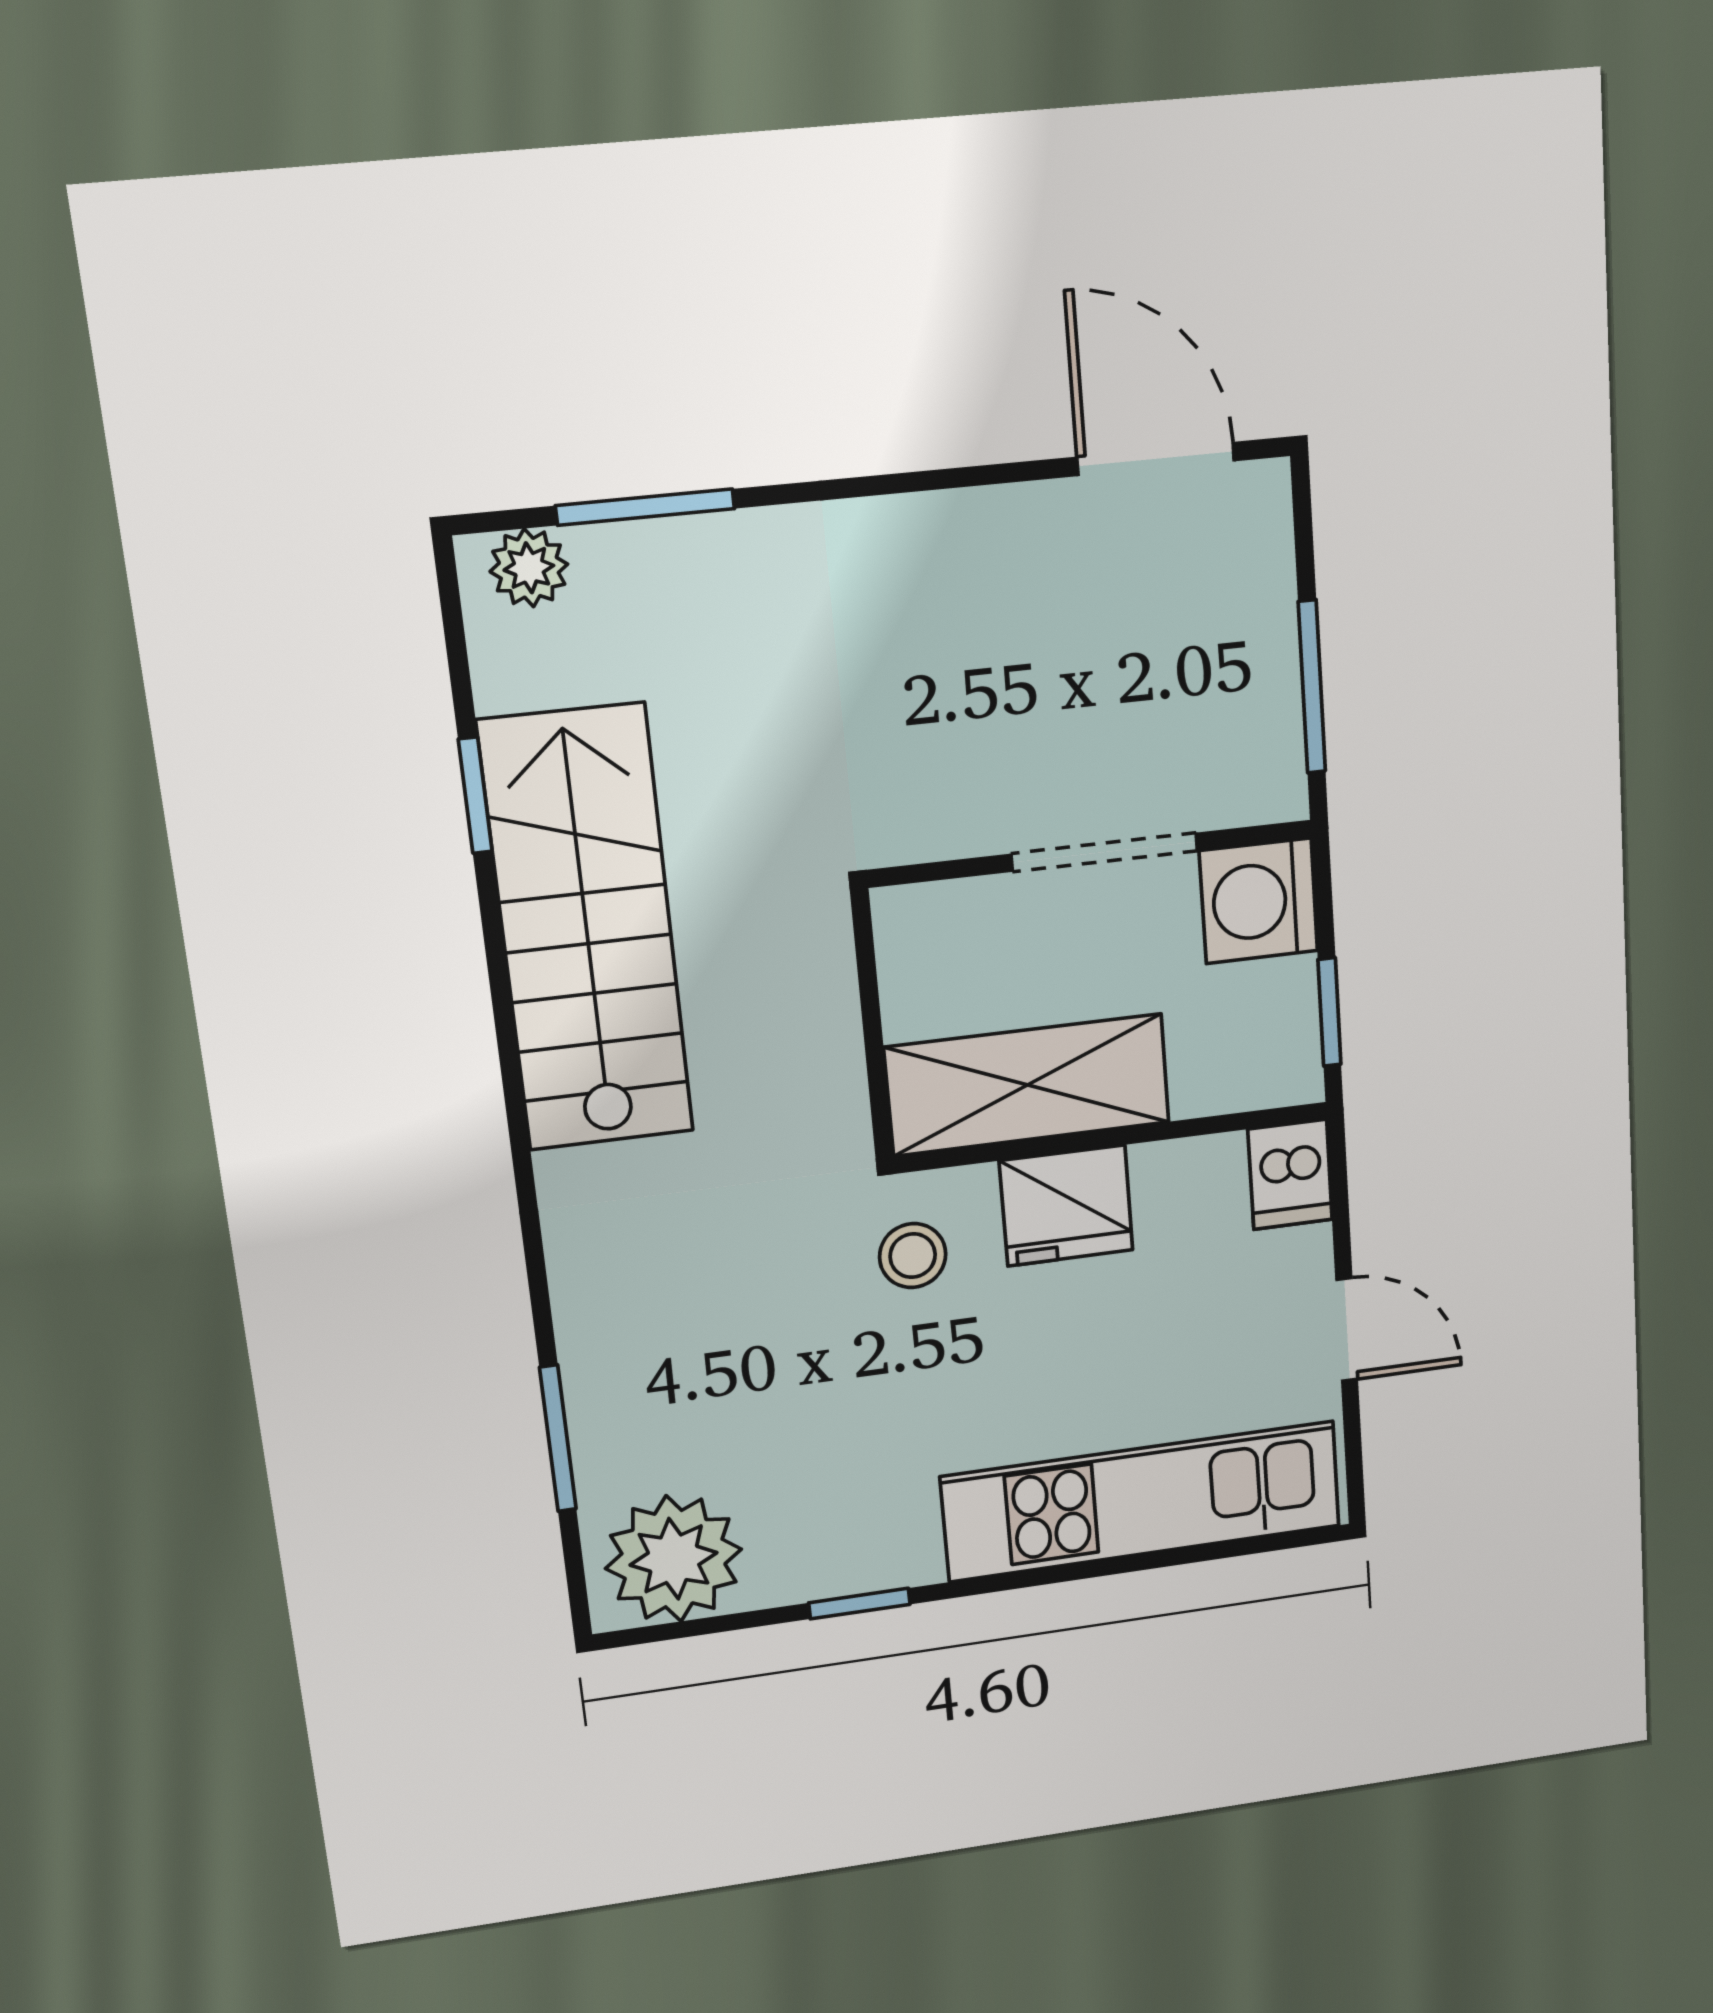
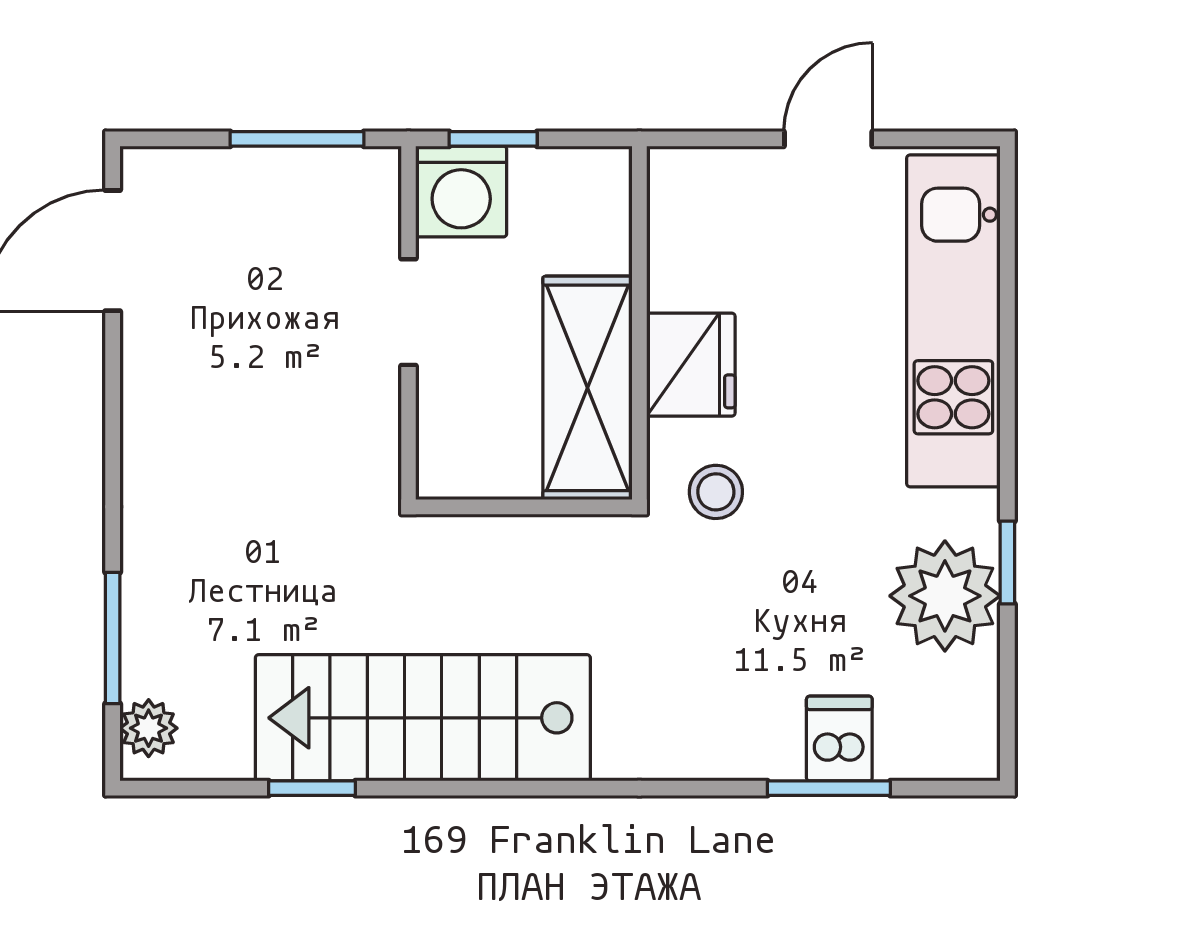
doorway: (1105, 852) -> (408, 312), width x0.73
window: (1329, 1012) -> (493, 139), moved
dishwasher: (1290, 1174) -> (839, 739), moved, turned -90
plant: (674, 1559) -> (945, 596), moved

